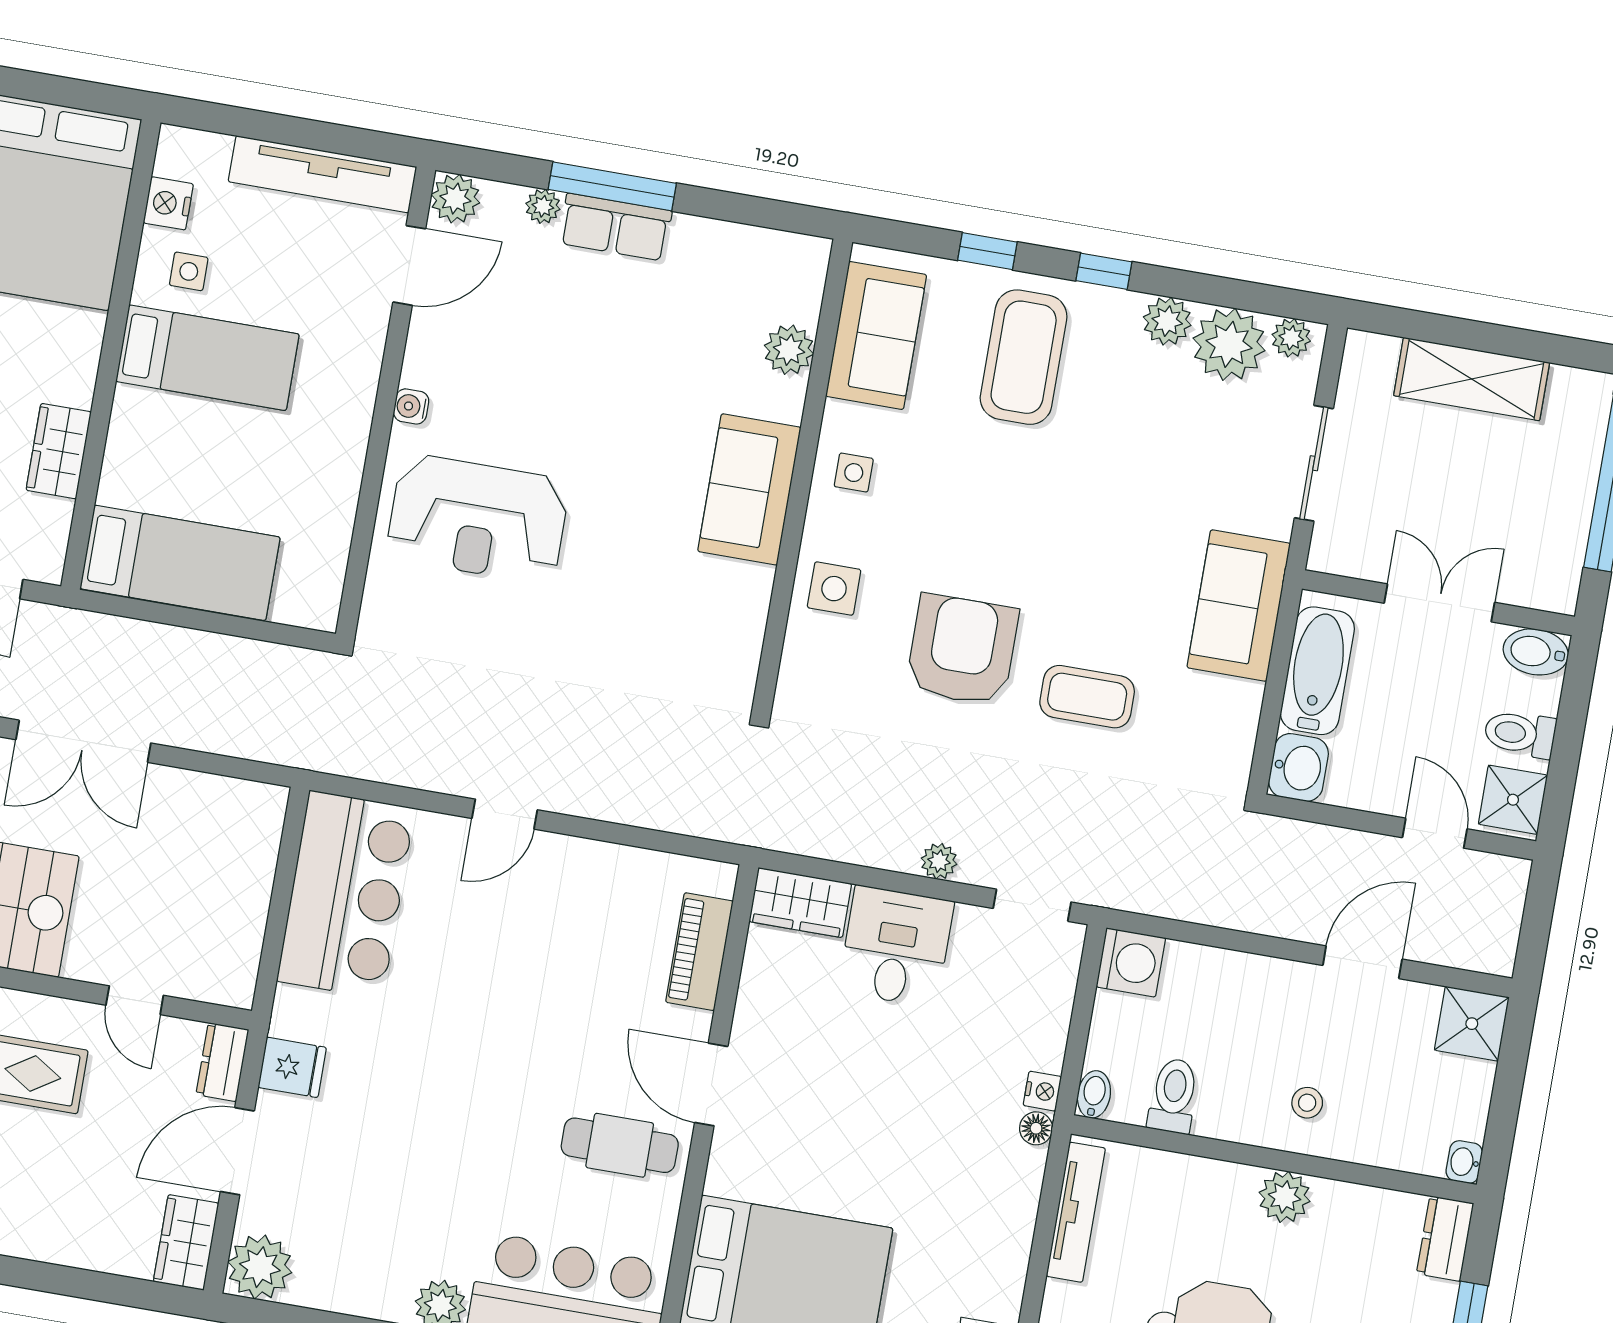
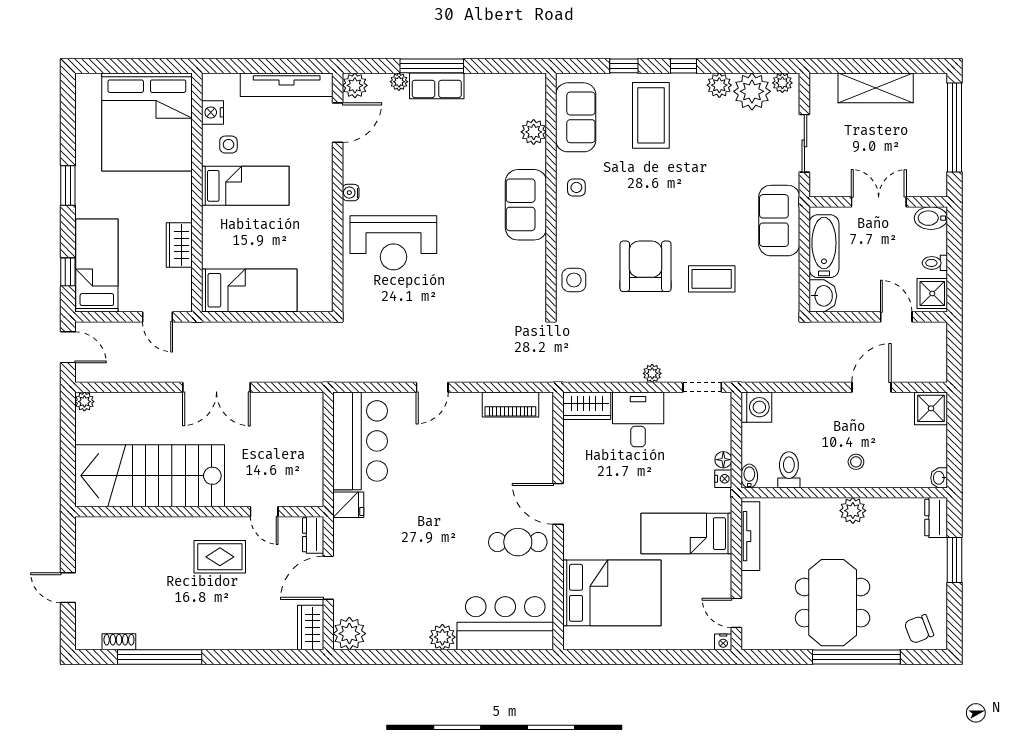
side table: (834, 589) -> (574, 280), moved
toilet: (1520, 734) -> (935, 263), width x0.73, depth x0.72
piano: (699, 952) -> (510, 404), moved, turned -90
fridge: (292, 1067) -> (348, 505), moved
floor lamp: (1036, 1128) -> (723, 460), moved
bed: (952, 1186) -> (686, 534), added

